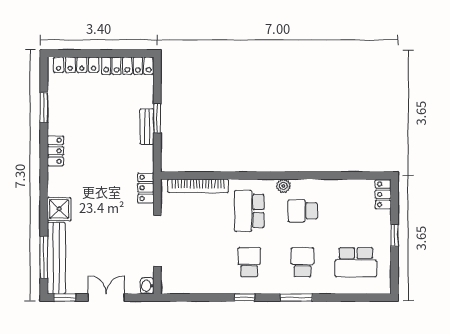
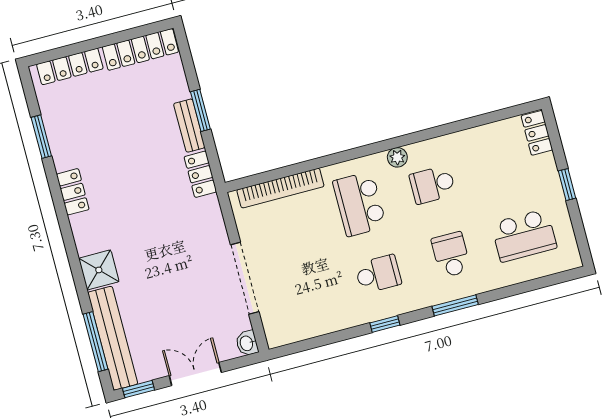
locker: (146, 188) -> (200, 174), moved
school desk: (249, 262) -> (378, 274), turned 90

